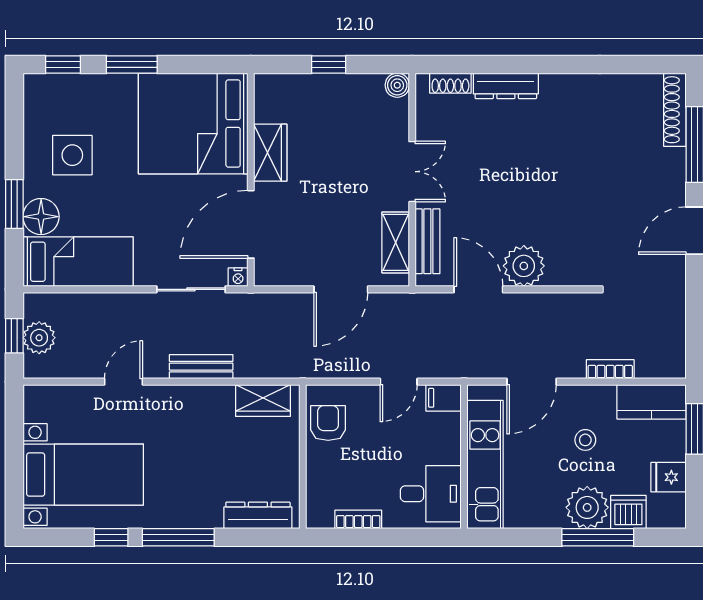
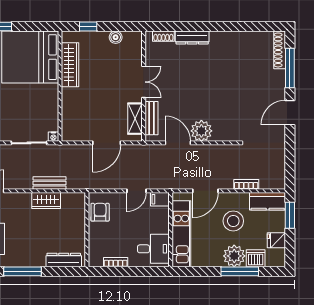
window: (329, 64) -> (88, 27), moved
boiler: (397, 85) -> (116, 37), moved
wardrobe: (270, 153) -> (70, 65), width x1.50
door: (251, 224) -> (60, 109), removed
bench: (201, 367) -> (50, 183), moved
wardrobe: (263, 400) -> (46, 200), moved
stool: (585, 440) -> (233, 221), width x1.89, depth x1.89

